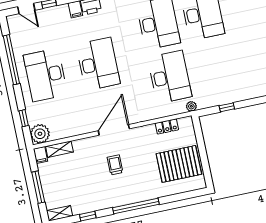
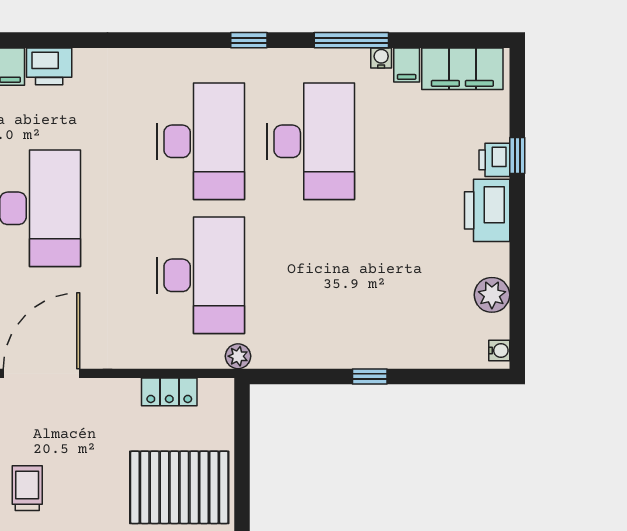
window: (227, 107) -> (370, 376), moved
trolley: (115, 165) -> (27, 488), moved

